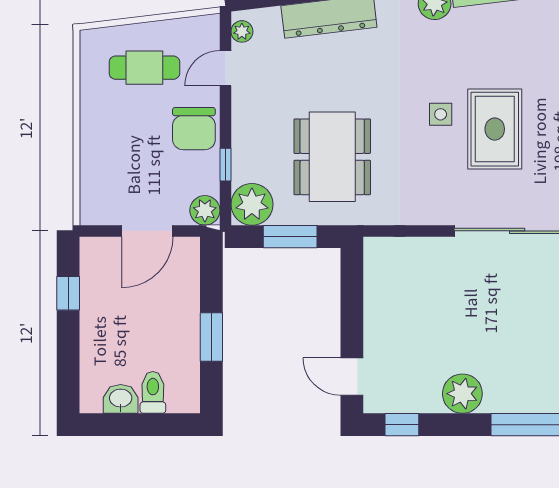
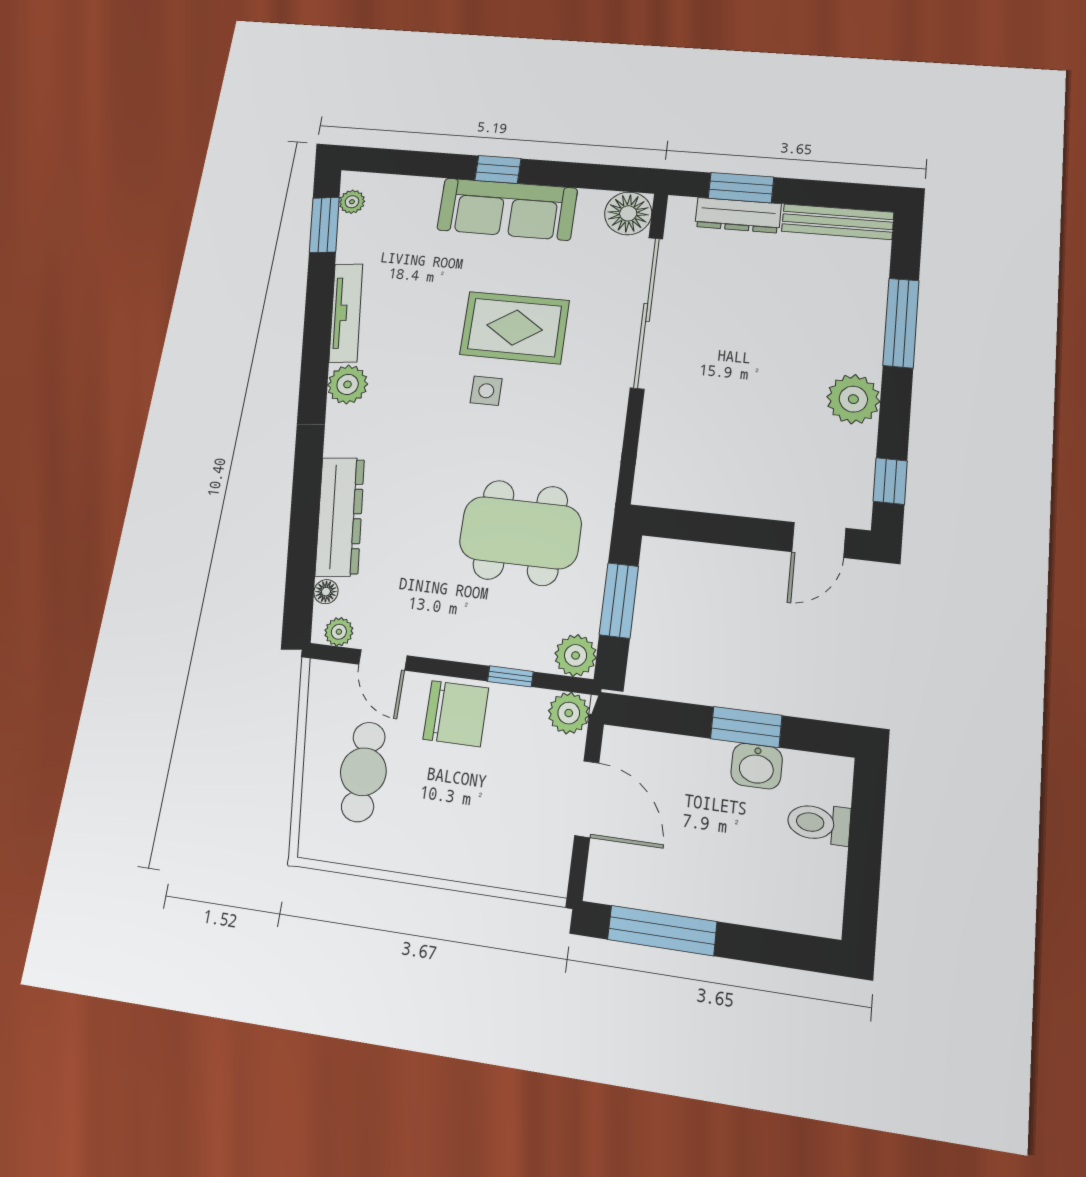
floor lamp: (270, 16) -> (326, 592), added
plant: (252, 204) -> (576, 655), width x0.73, depth x0.73
window: (68, 293) -> (662, 930), width x2.17
washbasin: (121, 399) -> (757, 766), moved, turned -90

